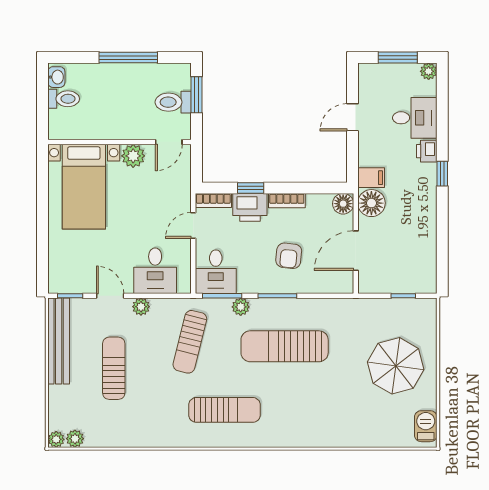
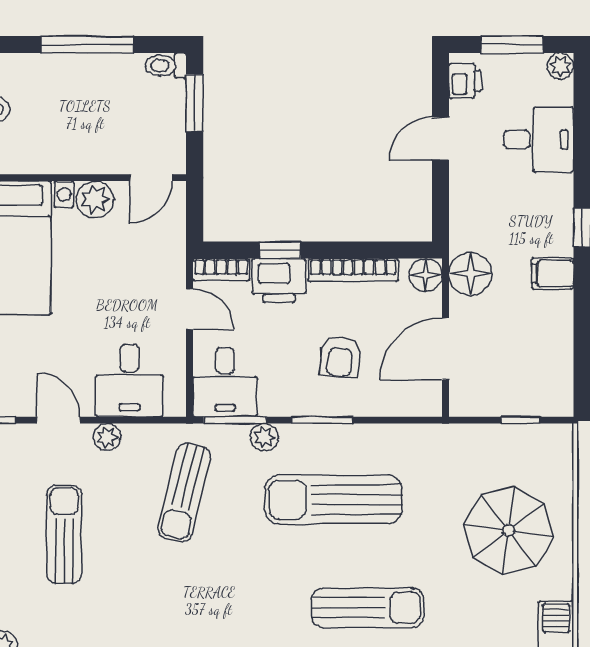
toilet: (173, 102) -> (166, 66), moved, width x0.73, depth x0.72
printer: (427, 151) -> (465, 81), moved, turned 180
filing cabinet: (371, 178) -> (553, 274), moved, turned 180
bookcase: (287, 201) -> (353, 270), width x1.56
door: (193, 225) -> (190, 309), swing flipped
sun lounger: (224, 410) -> (368, 608), moved

